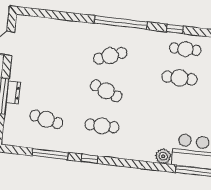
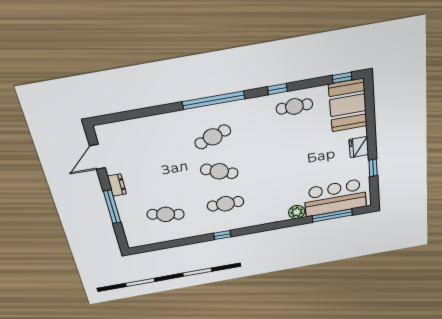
cafe table: (179, 78) -> (295, 137), removed
dresser: (13, 93) -> (117, 185), moved
window: (50, 154) -> (181, 242), removed

